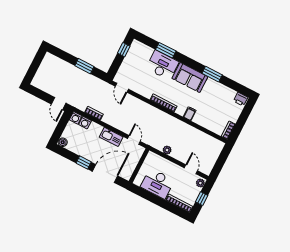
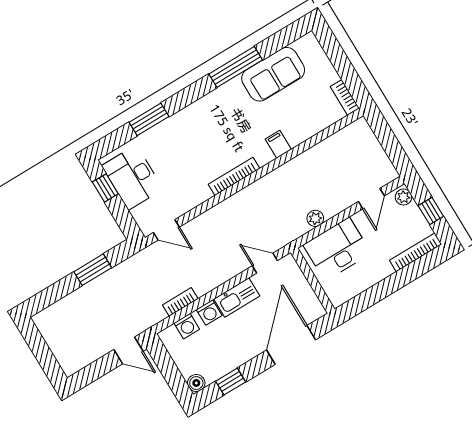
desk: (162, 65) -> (132, 177), moved, turned -90
window: (212, 74) -> (236, 67), width x1.44
sofa: (190, 78) -> (273, 74), moved
printer: (241, 99) -> (306, 45), removed
washing machine: (76, 118) -> (209, 313), moved
window: (84, 163) -> (231, 382), moved
door: (191, 169) -> (371, 199), swing flipped
desk: (157, 184) -> (337, 249), moved, turned 180

